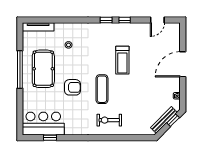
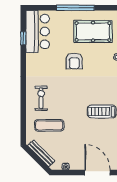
window: (20, 69) -> (75, 8), moved
exercise mat: (102, 89) -> (49, 125), moved
window: (173, 120) -> (41, 163), removed

